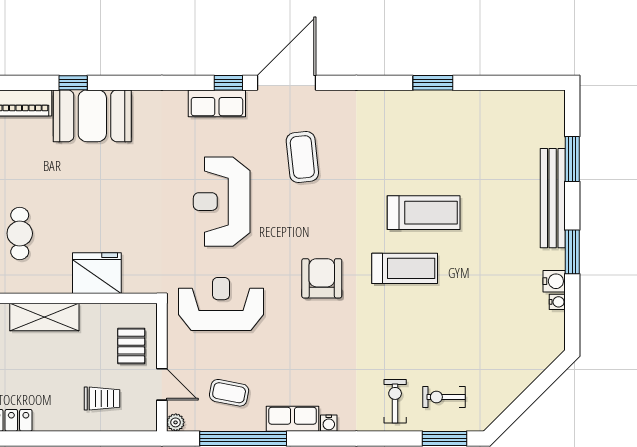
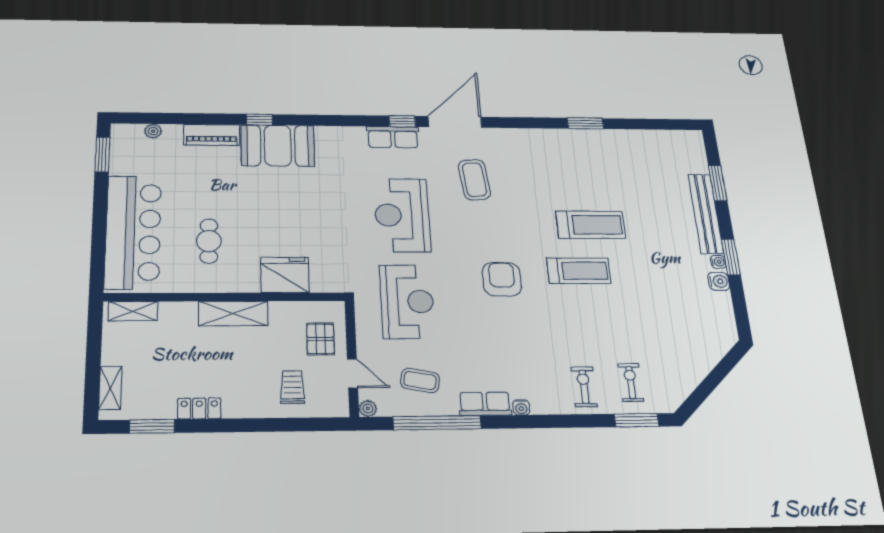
water cooler: (557, 302) -> (718, 262), moved
reception desk: (221, 304) -> (407, 301), turned 90
exercise bike: (444, 397) -> (631, 382), turned 90
trolley: (102, 399) -> (292, 387), turned -90

